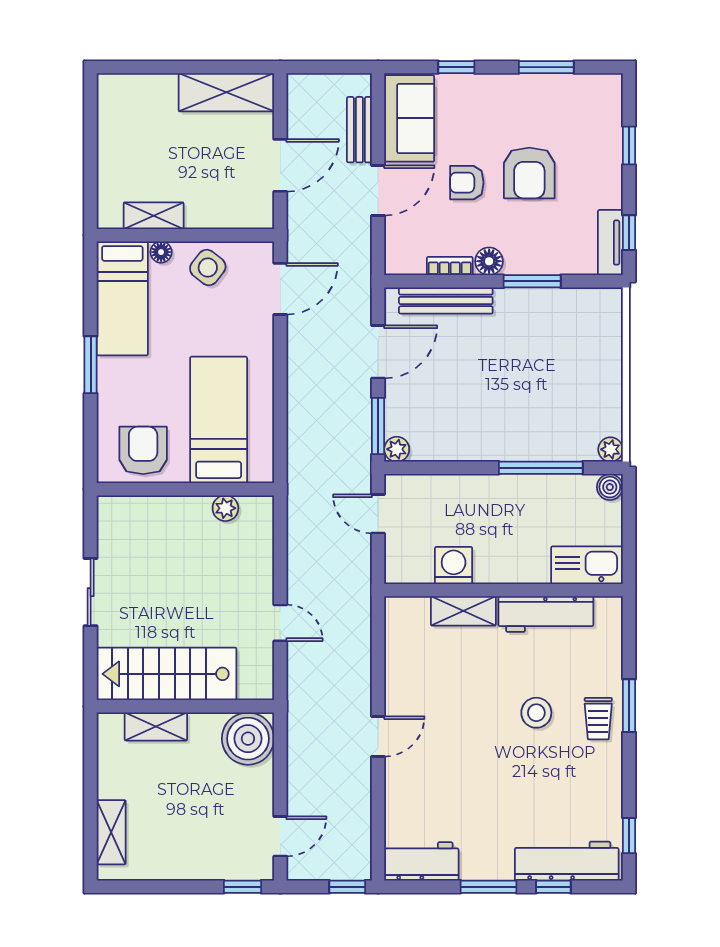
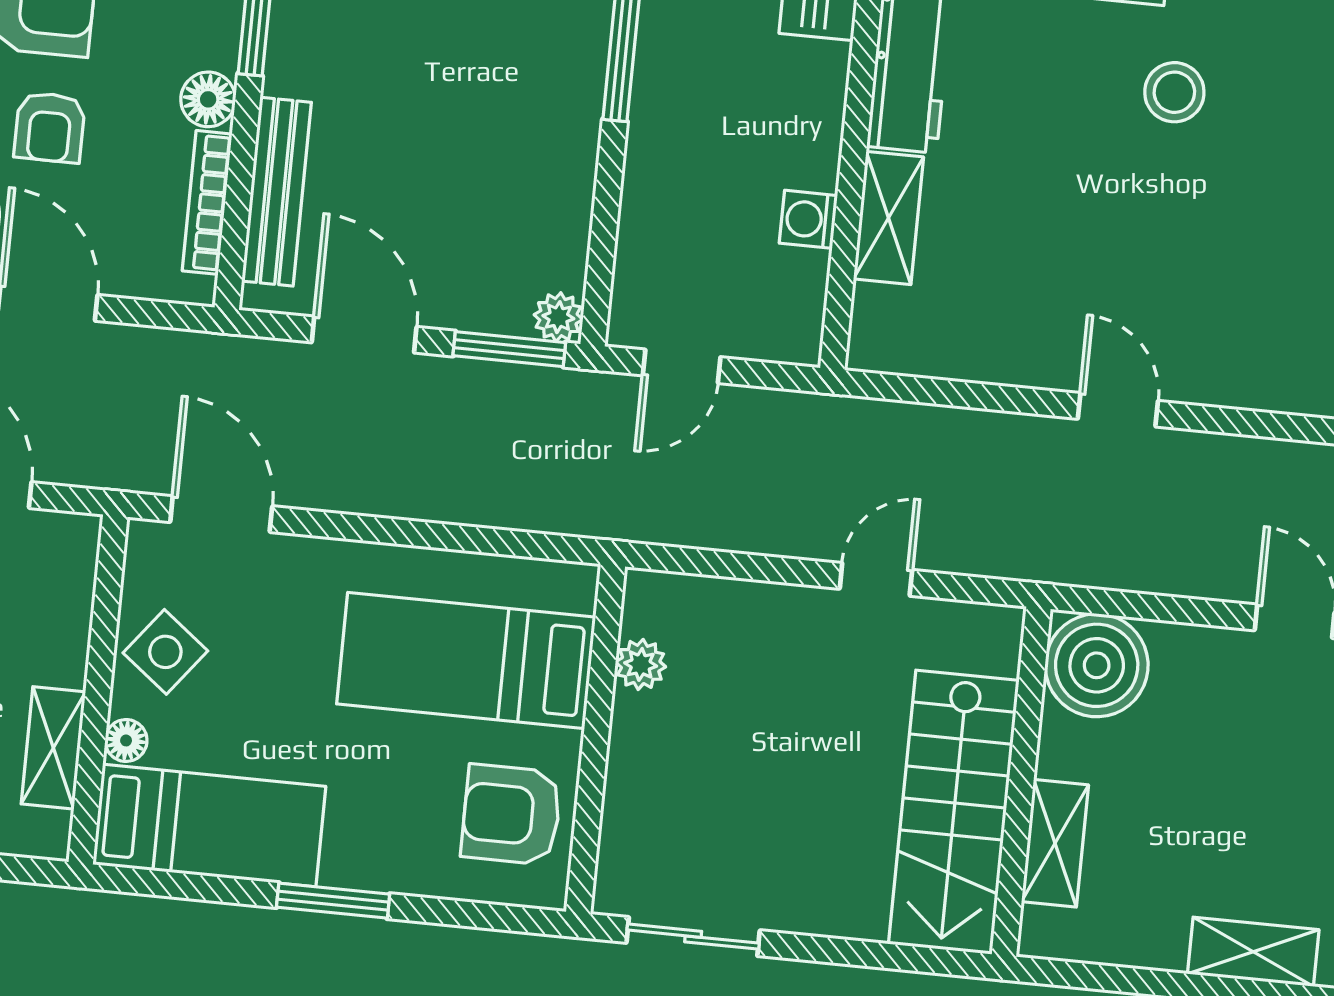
bookcase: (450, 266) -> (207, 202), width x1.56
washing machine: (454, 565) -> (808, 219), width x0.73, depth x0.73
sliding door: (91, 592) -> (693, 937), moved
stool: (536, 713) -> (1174, 92), moved

